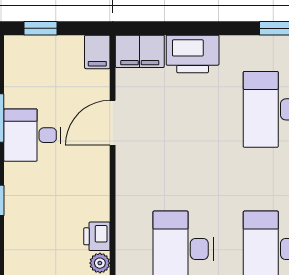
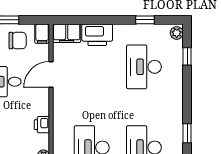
chair: (55, 64) -> (18, 40), added
printer: (97, 236) -> (42, 125), moved

